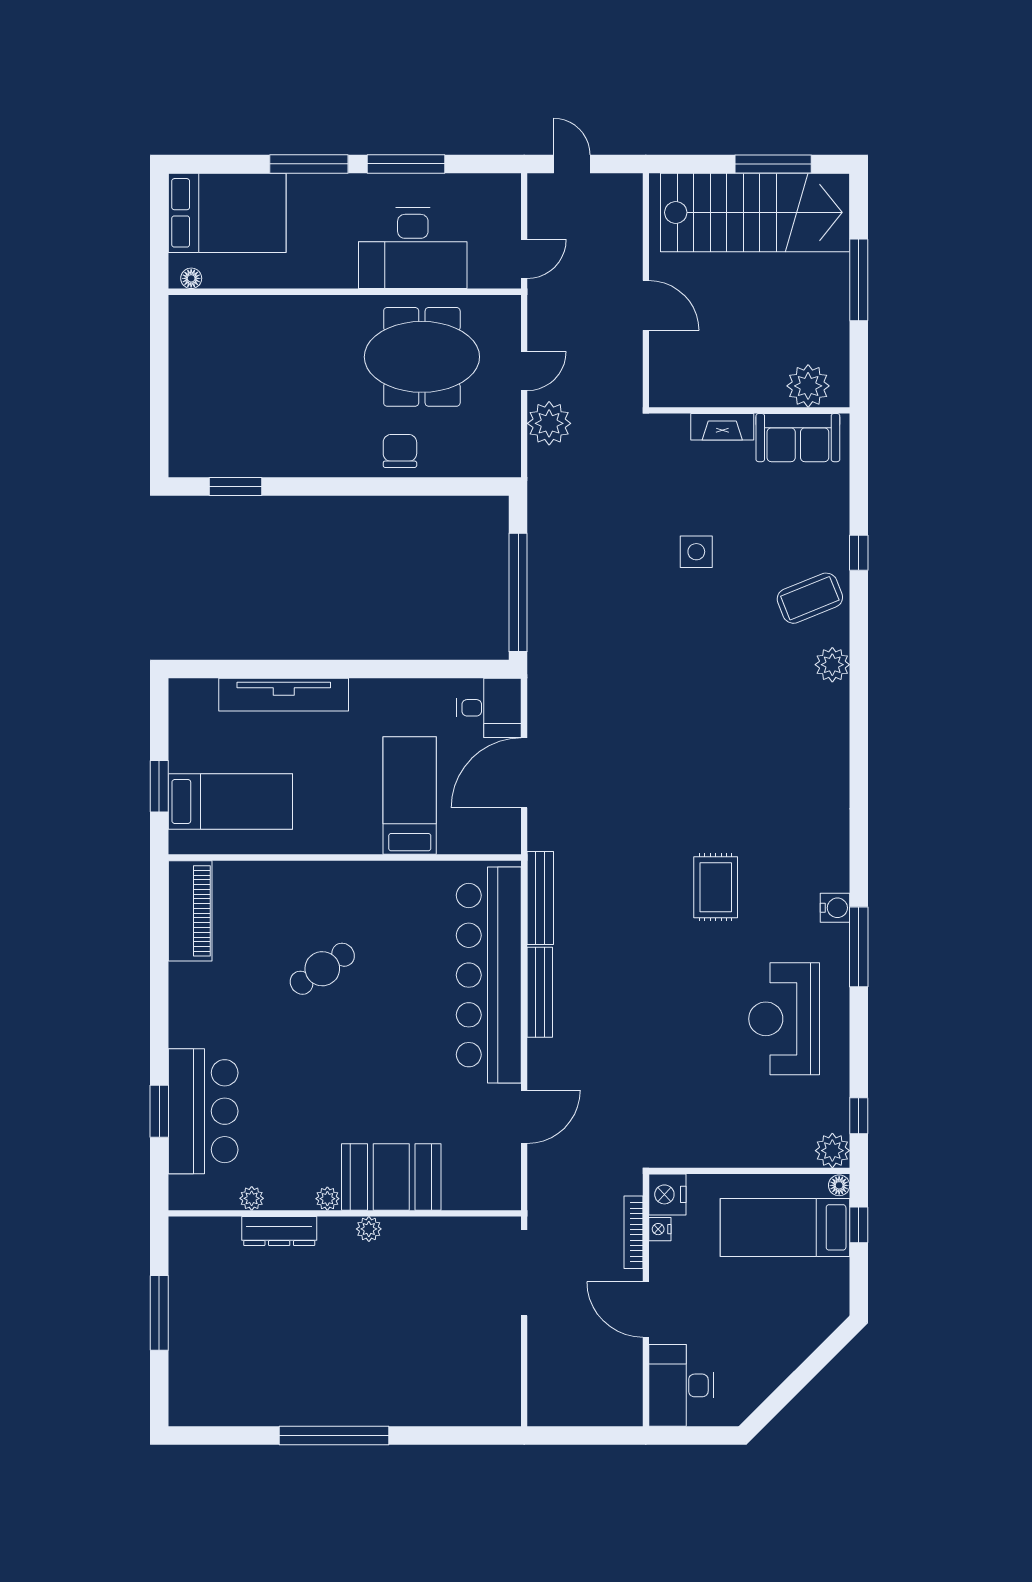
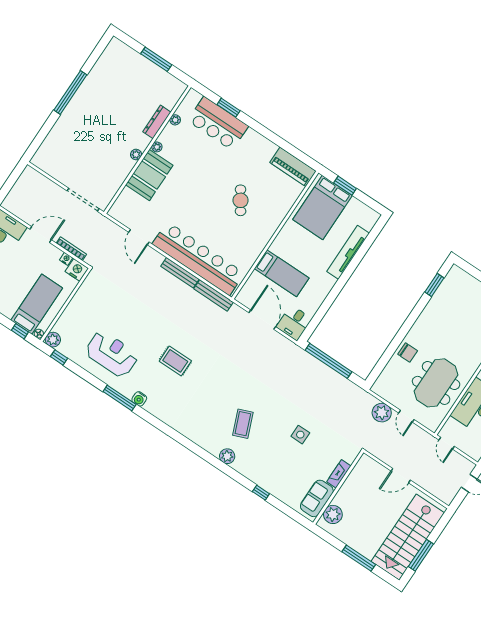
coffee table: (810, 598) -> (243, 424), moved
bed: (230, 801) -> (323, 207), width x1.50

